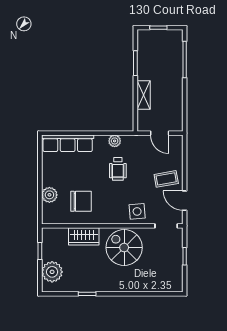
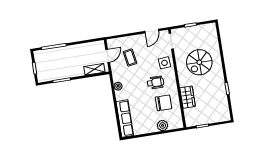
shelving: (144, 95) -> (94, 69), moved
wheelchair: (118, 169) -> (155, 83), moved
coffee table: (166, 179) -> (130, 57), moved
chair: (81, 201) -> (163, 103), turned 90
spiral stairs: (124, 248) -> (199, 62), moved
plant: (52, 272) -> (216, 115), removed

